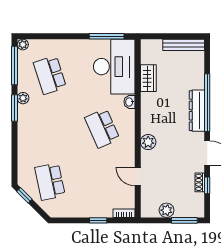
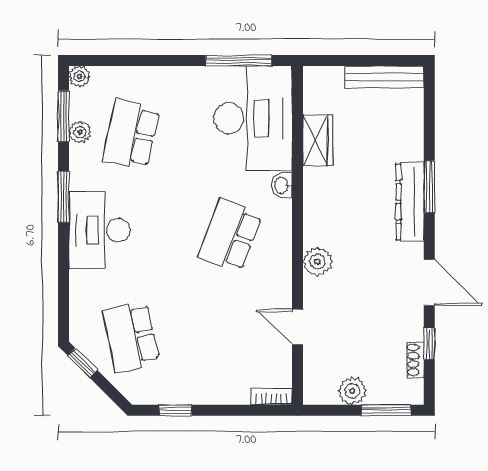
window: (14, 66) -> (64, 116), width x0.69
school desk: (50, 75) -> (131, 134), turned 30
plant: (23, 98) -> (80, 132), moved
window: (207, 103) -> (429, 187), width x0.47
desk: (33, 125) -> (100, 230), added
school desk: (102, 128) -> (230, 235), turned 45
shoe rack: (200, 182) -> (415, 360), moved
window: (98, 220) -> (176, 410), moved

